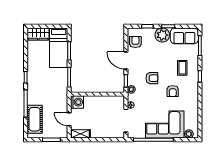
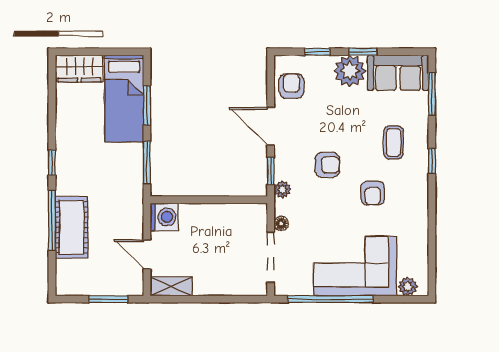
cot: (35, 119) -> (72, 227), moved

